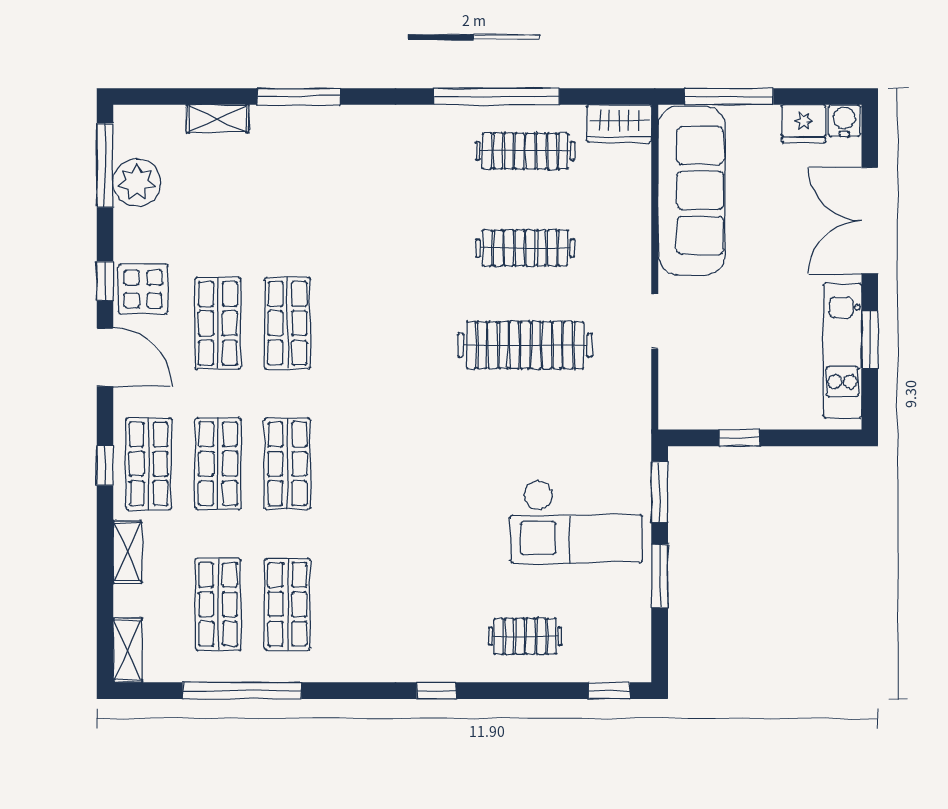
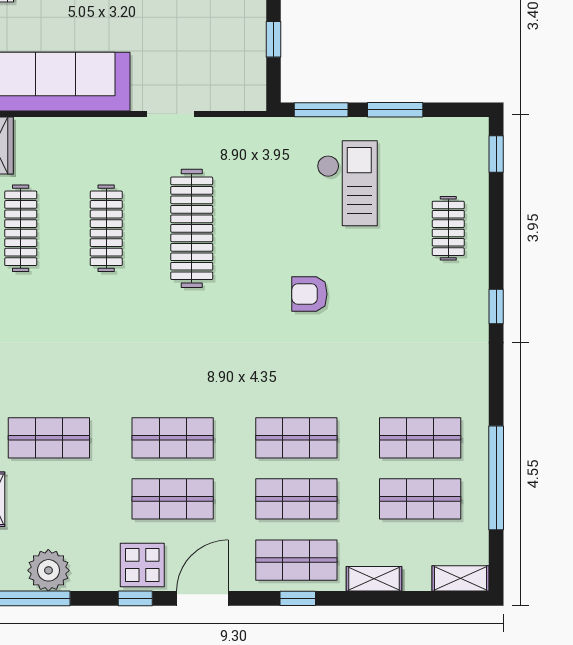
shop shelf: (287, 183) -> (49, 438), added
armchair: (451, 479) -> (309, 294), added
checkout: (576, 522) -> (347, 183), width x0.73, depth x0.83

